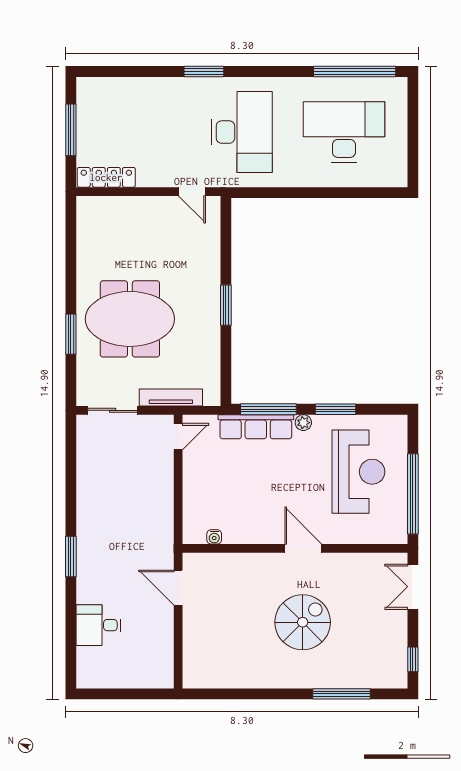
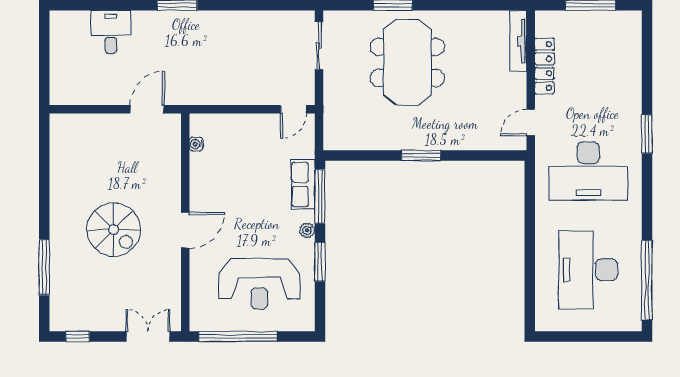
desk: (344, 132) -> (588, 270), turned 180
locker: (106, 177) -> (544, 66), moved
tv unit: (171, 397) -> (518, 41), moved, turned 180
row of seats: (256, 427) -> (303, 184), width x0.68
door: (178, 437) -> (293, 109), hinge flipped

